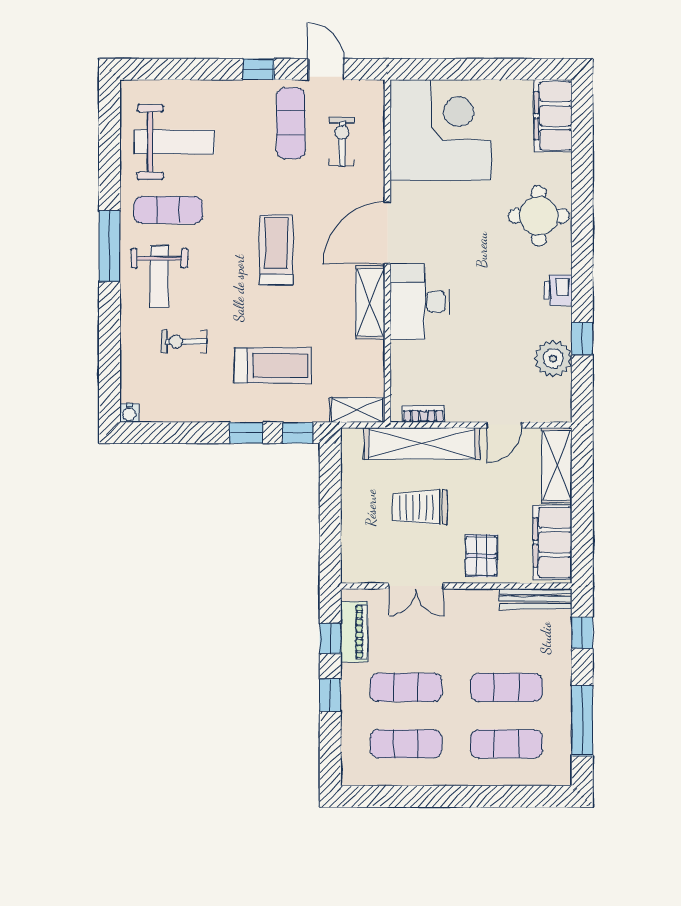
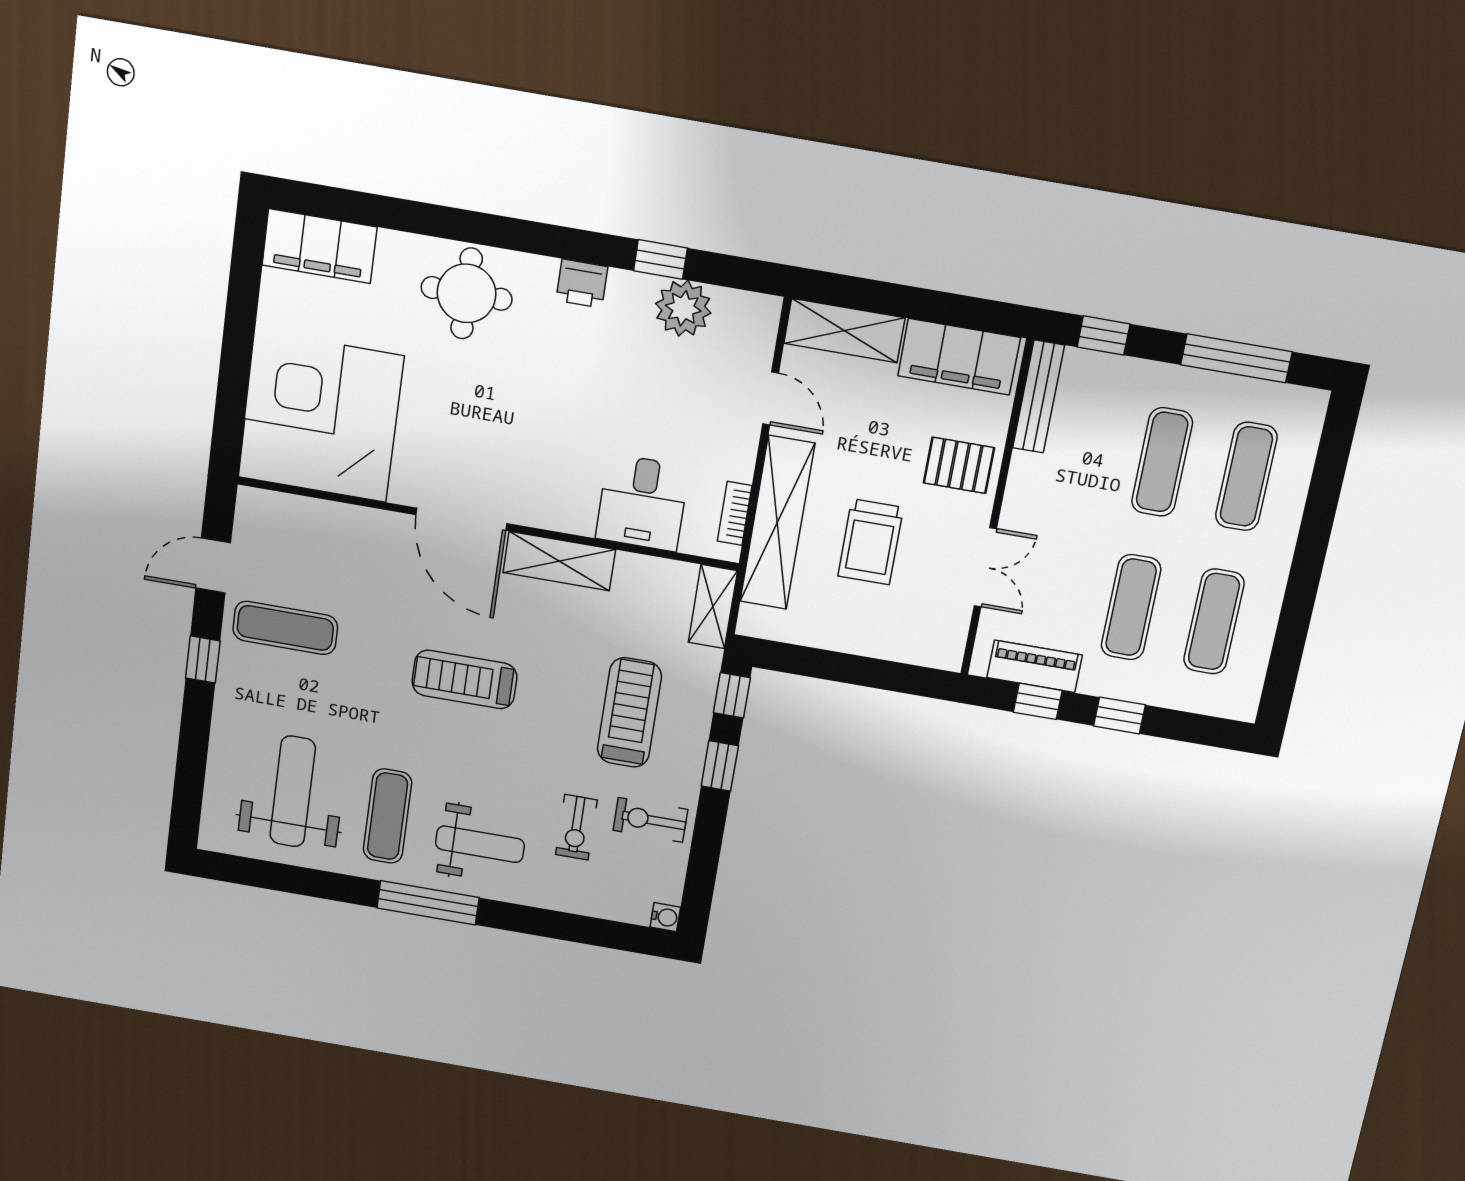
exercise bike: (342, 141) -> (650, 820), moved
desk: (420, 302) -> (642, 503), moved, width x0.73

